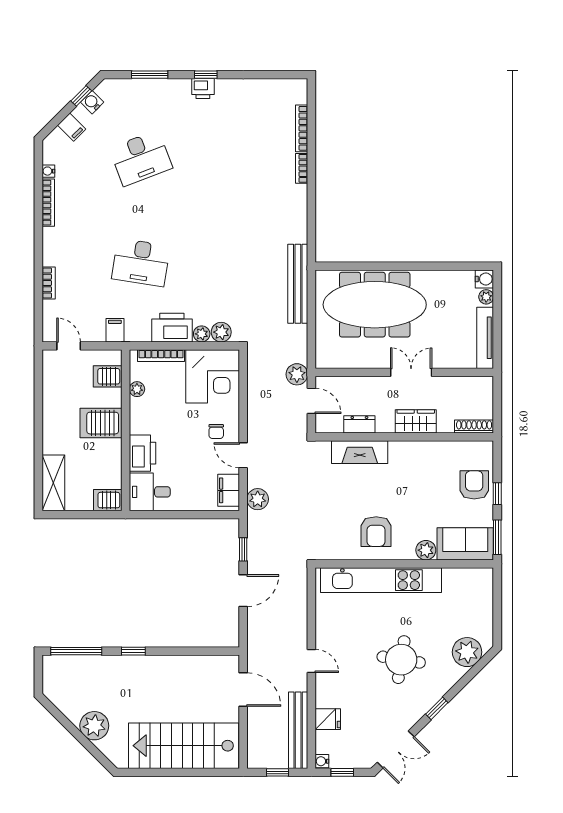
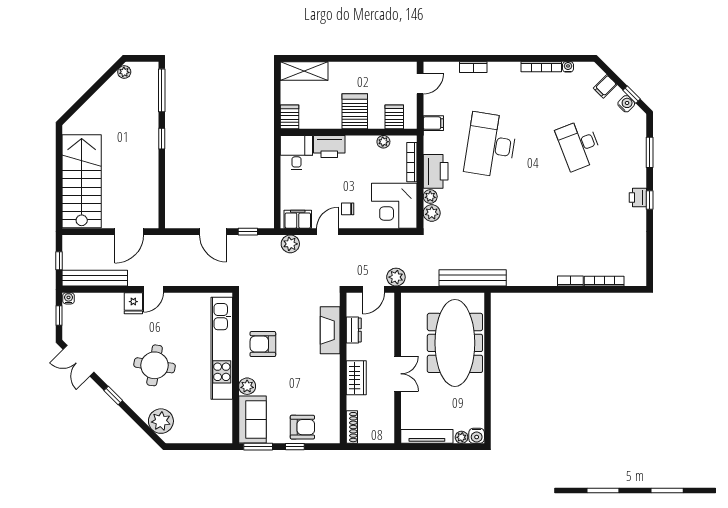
desk: (141, 262) -> (491, 145), width x1.36, depth x1.30
fridge: (328, 719) -> (133, 303), moved
plant: (94, 726) -> (124, 72), moved, width x0.53, depth x0.53

